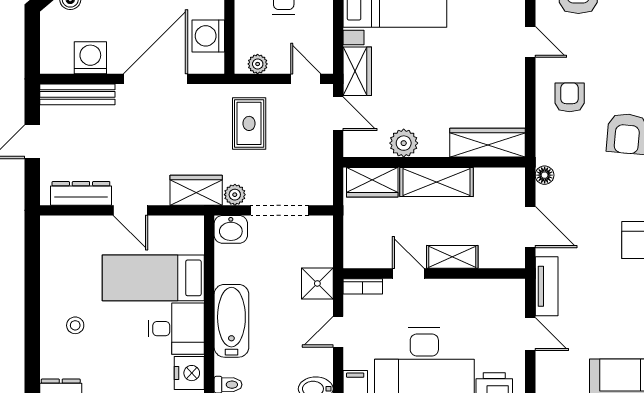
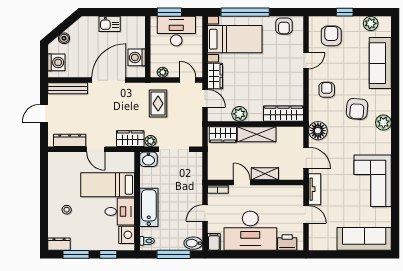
door: (530, 42) -> (306, 61), hinge flipped
washing machine: (90, 58) -> (56, 62), moved, turned 90
floor lamp: (545, 175) -> (318, 131), width x1.89, depth x1.89
shower: (317, 283) -> (194, 188), removed

